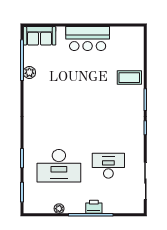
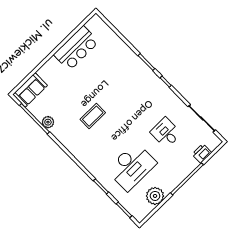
bar counter: (88, 39) -> (76, 48), moved
coffee table: (129, 78) -> (93, 116), moved
desk: (108, 166) -> (166, 133), width x0.73
printer: (94, 207) -> (202, 153), moved
plant: (59, 209) -> (155, 196), width x1.87, depth x1.87

